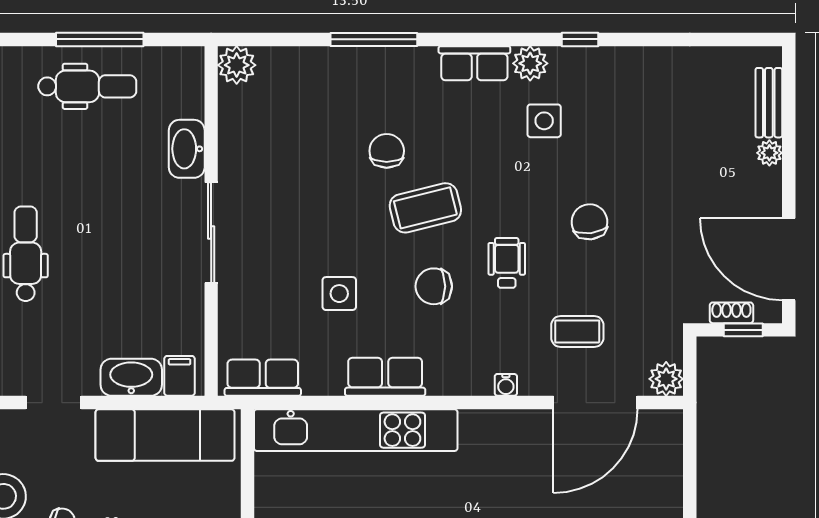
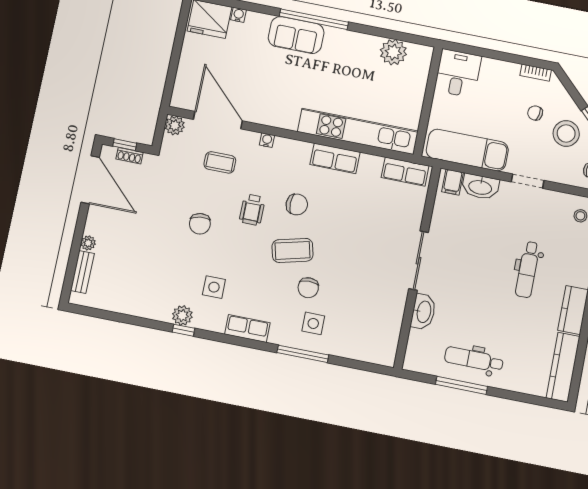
plant: (530, 63) -> (182, 315), moved
plant: (237, 65) -> (385, 355), removed
side table: (339, 294) -> (313, 323), moved
door: (595, 403) -> (218, 120), hinge flipped

